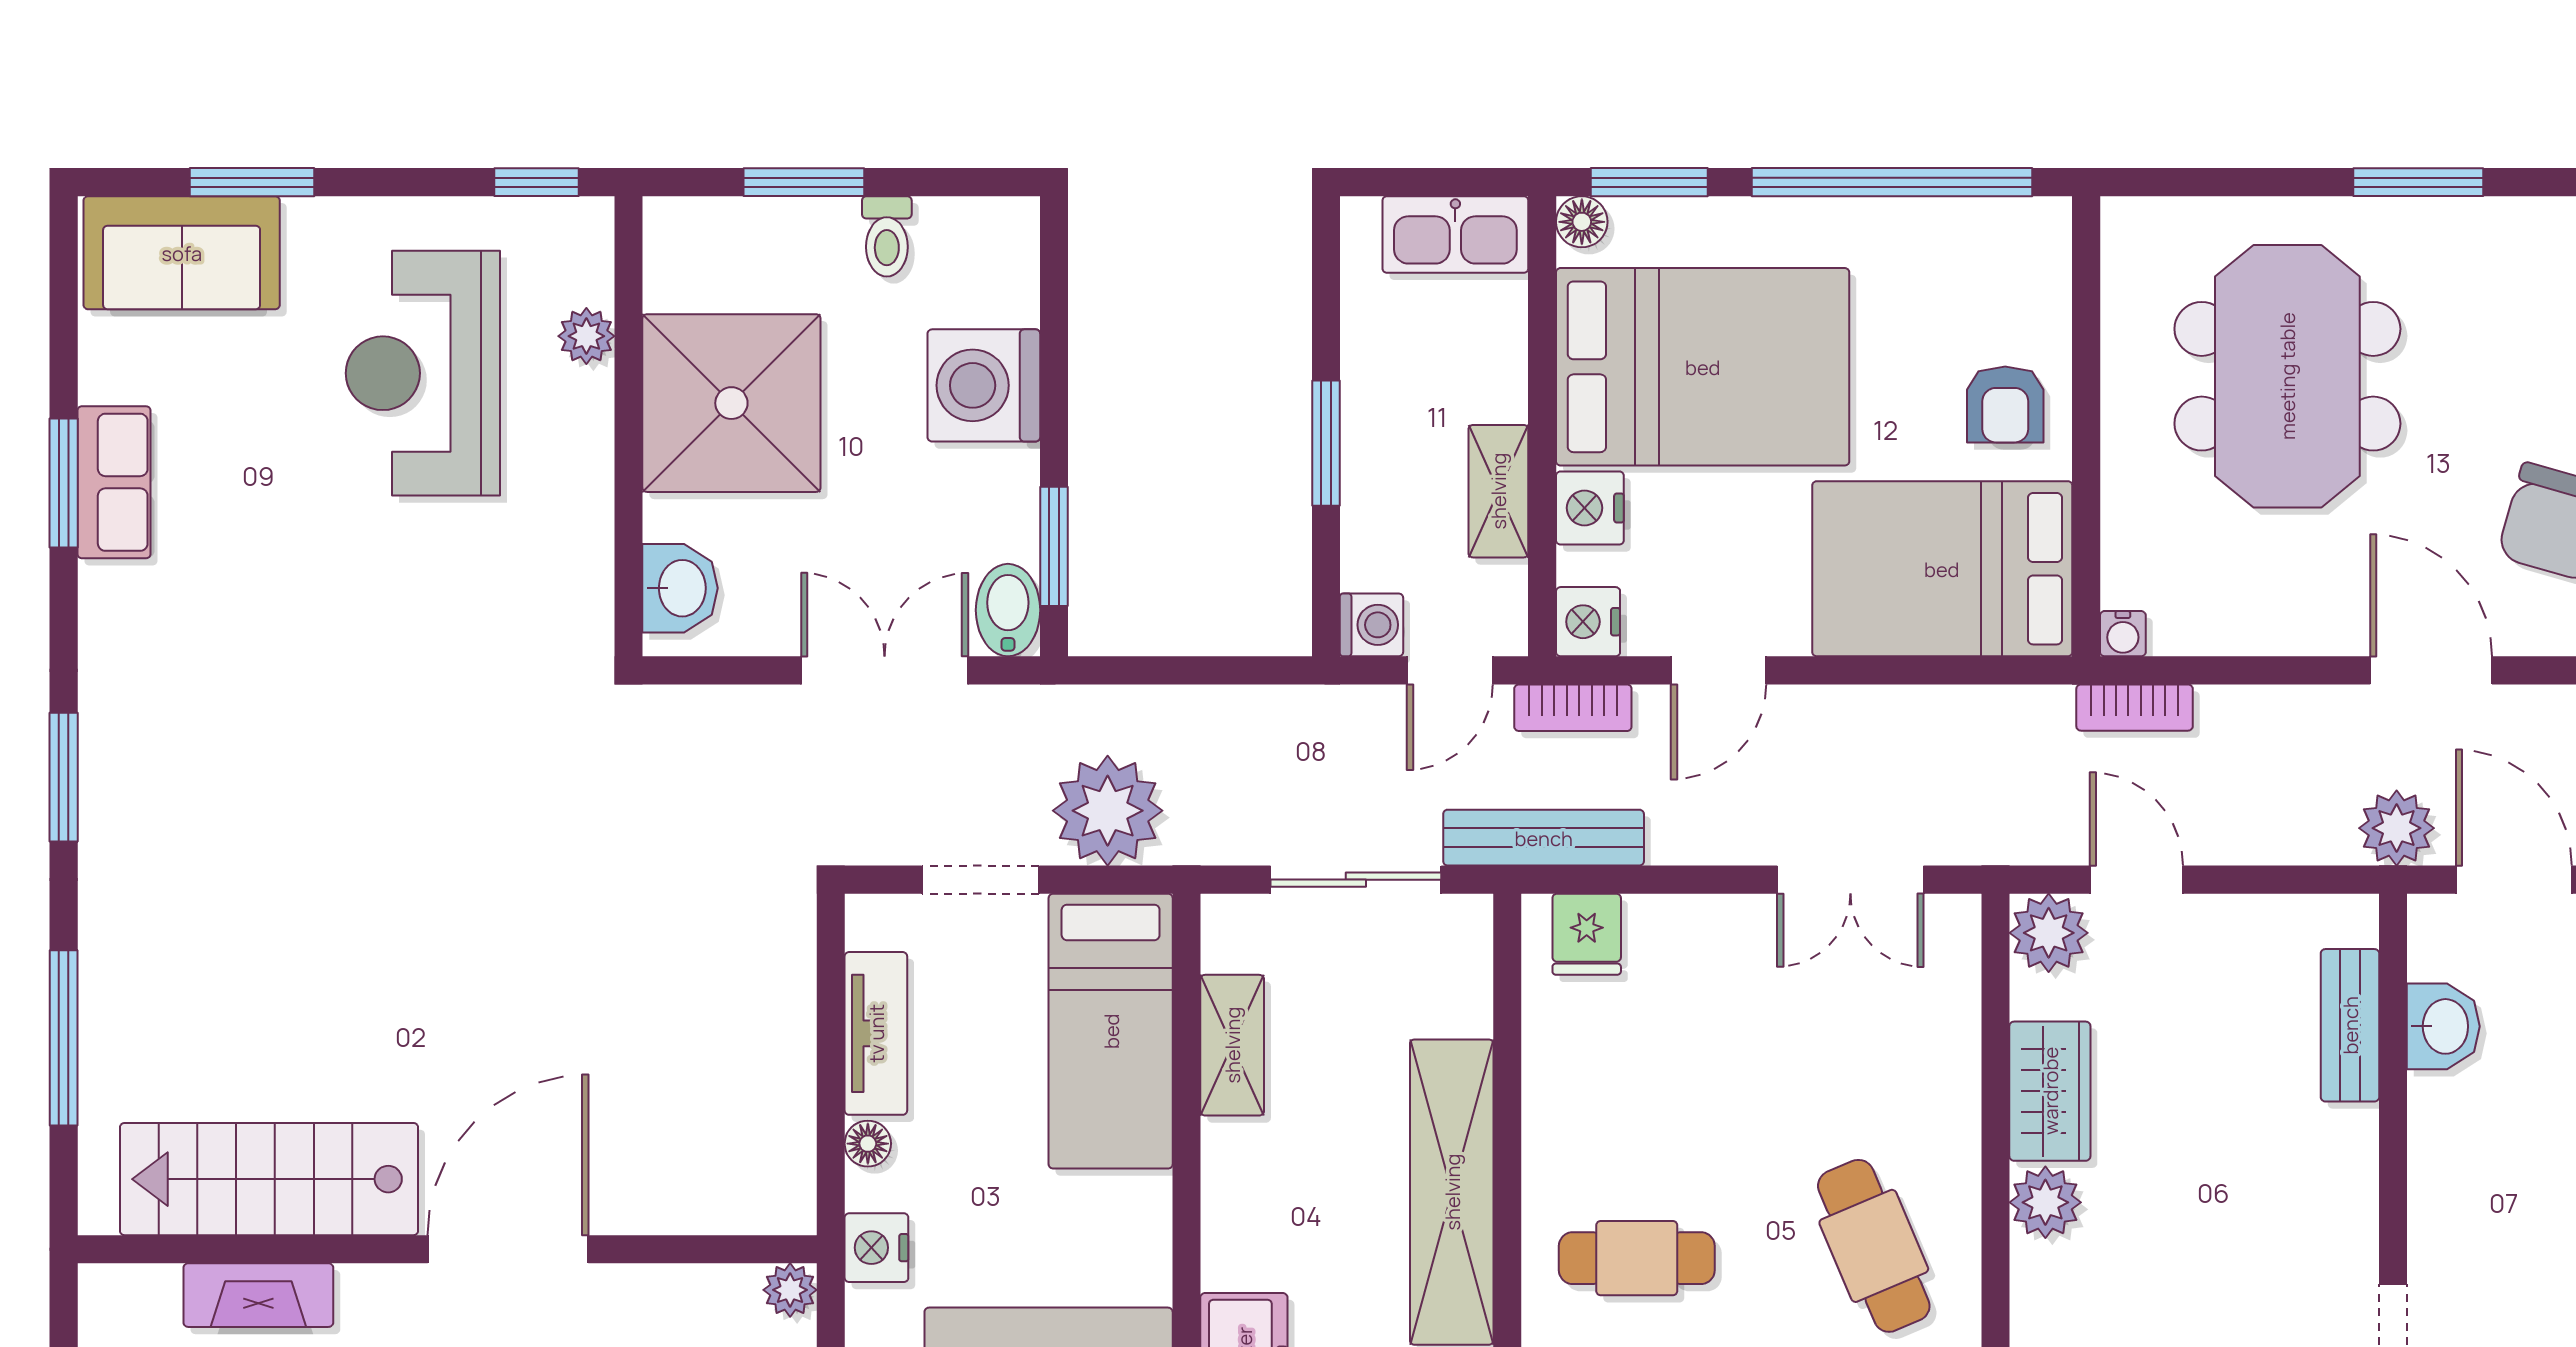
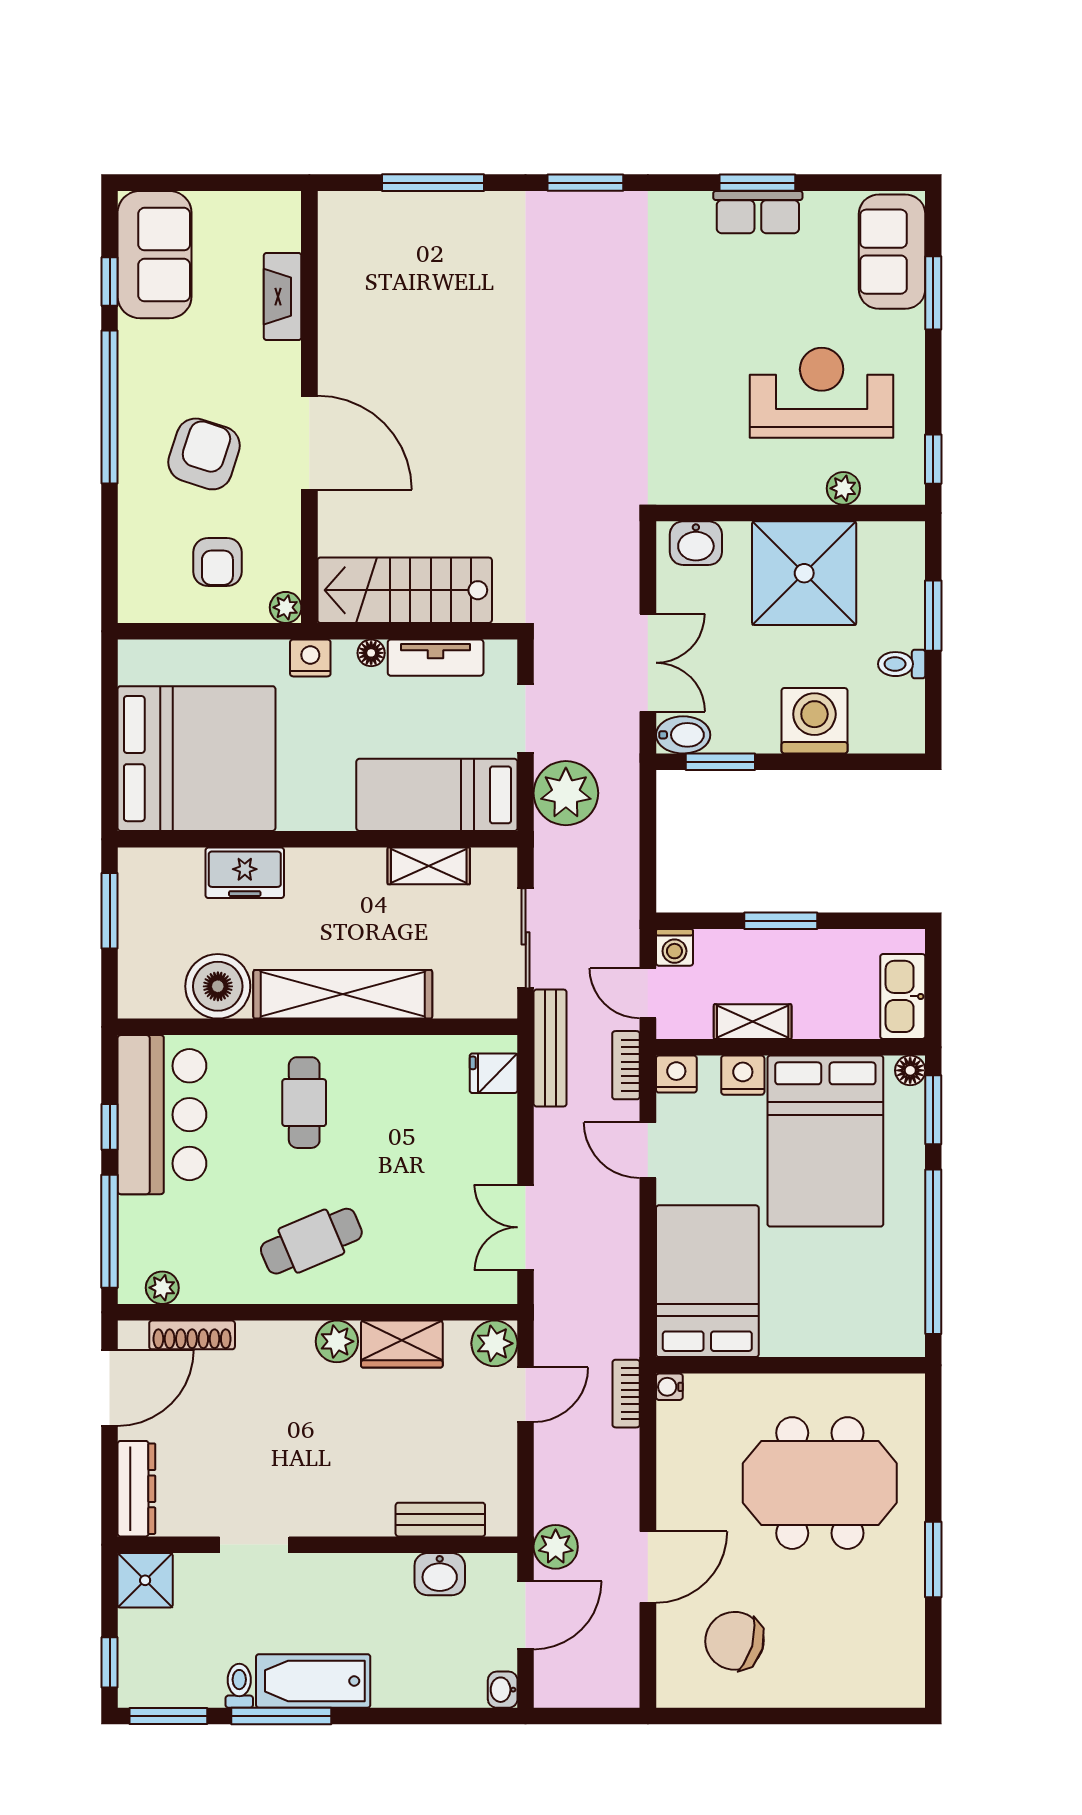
armchair: (2005, 405) -> (803, 1318), removed
stairs: (269, 1179) -> (405, 590), moved, turned -90

